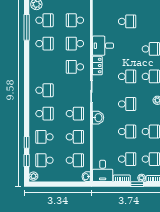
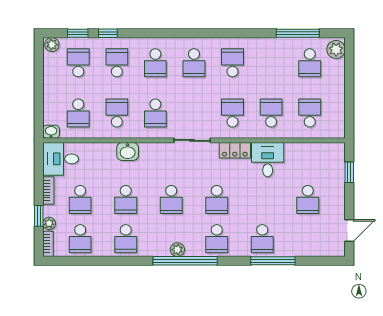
school desk: (44, 44) -> (233, 63), moved, turned 180
washbasin: (98, 118) -> (128, 151), moved
school desk: (75, 137) -> (117, 113), turned 180

